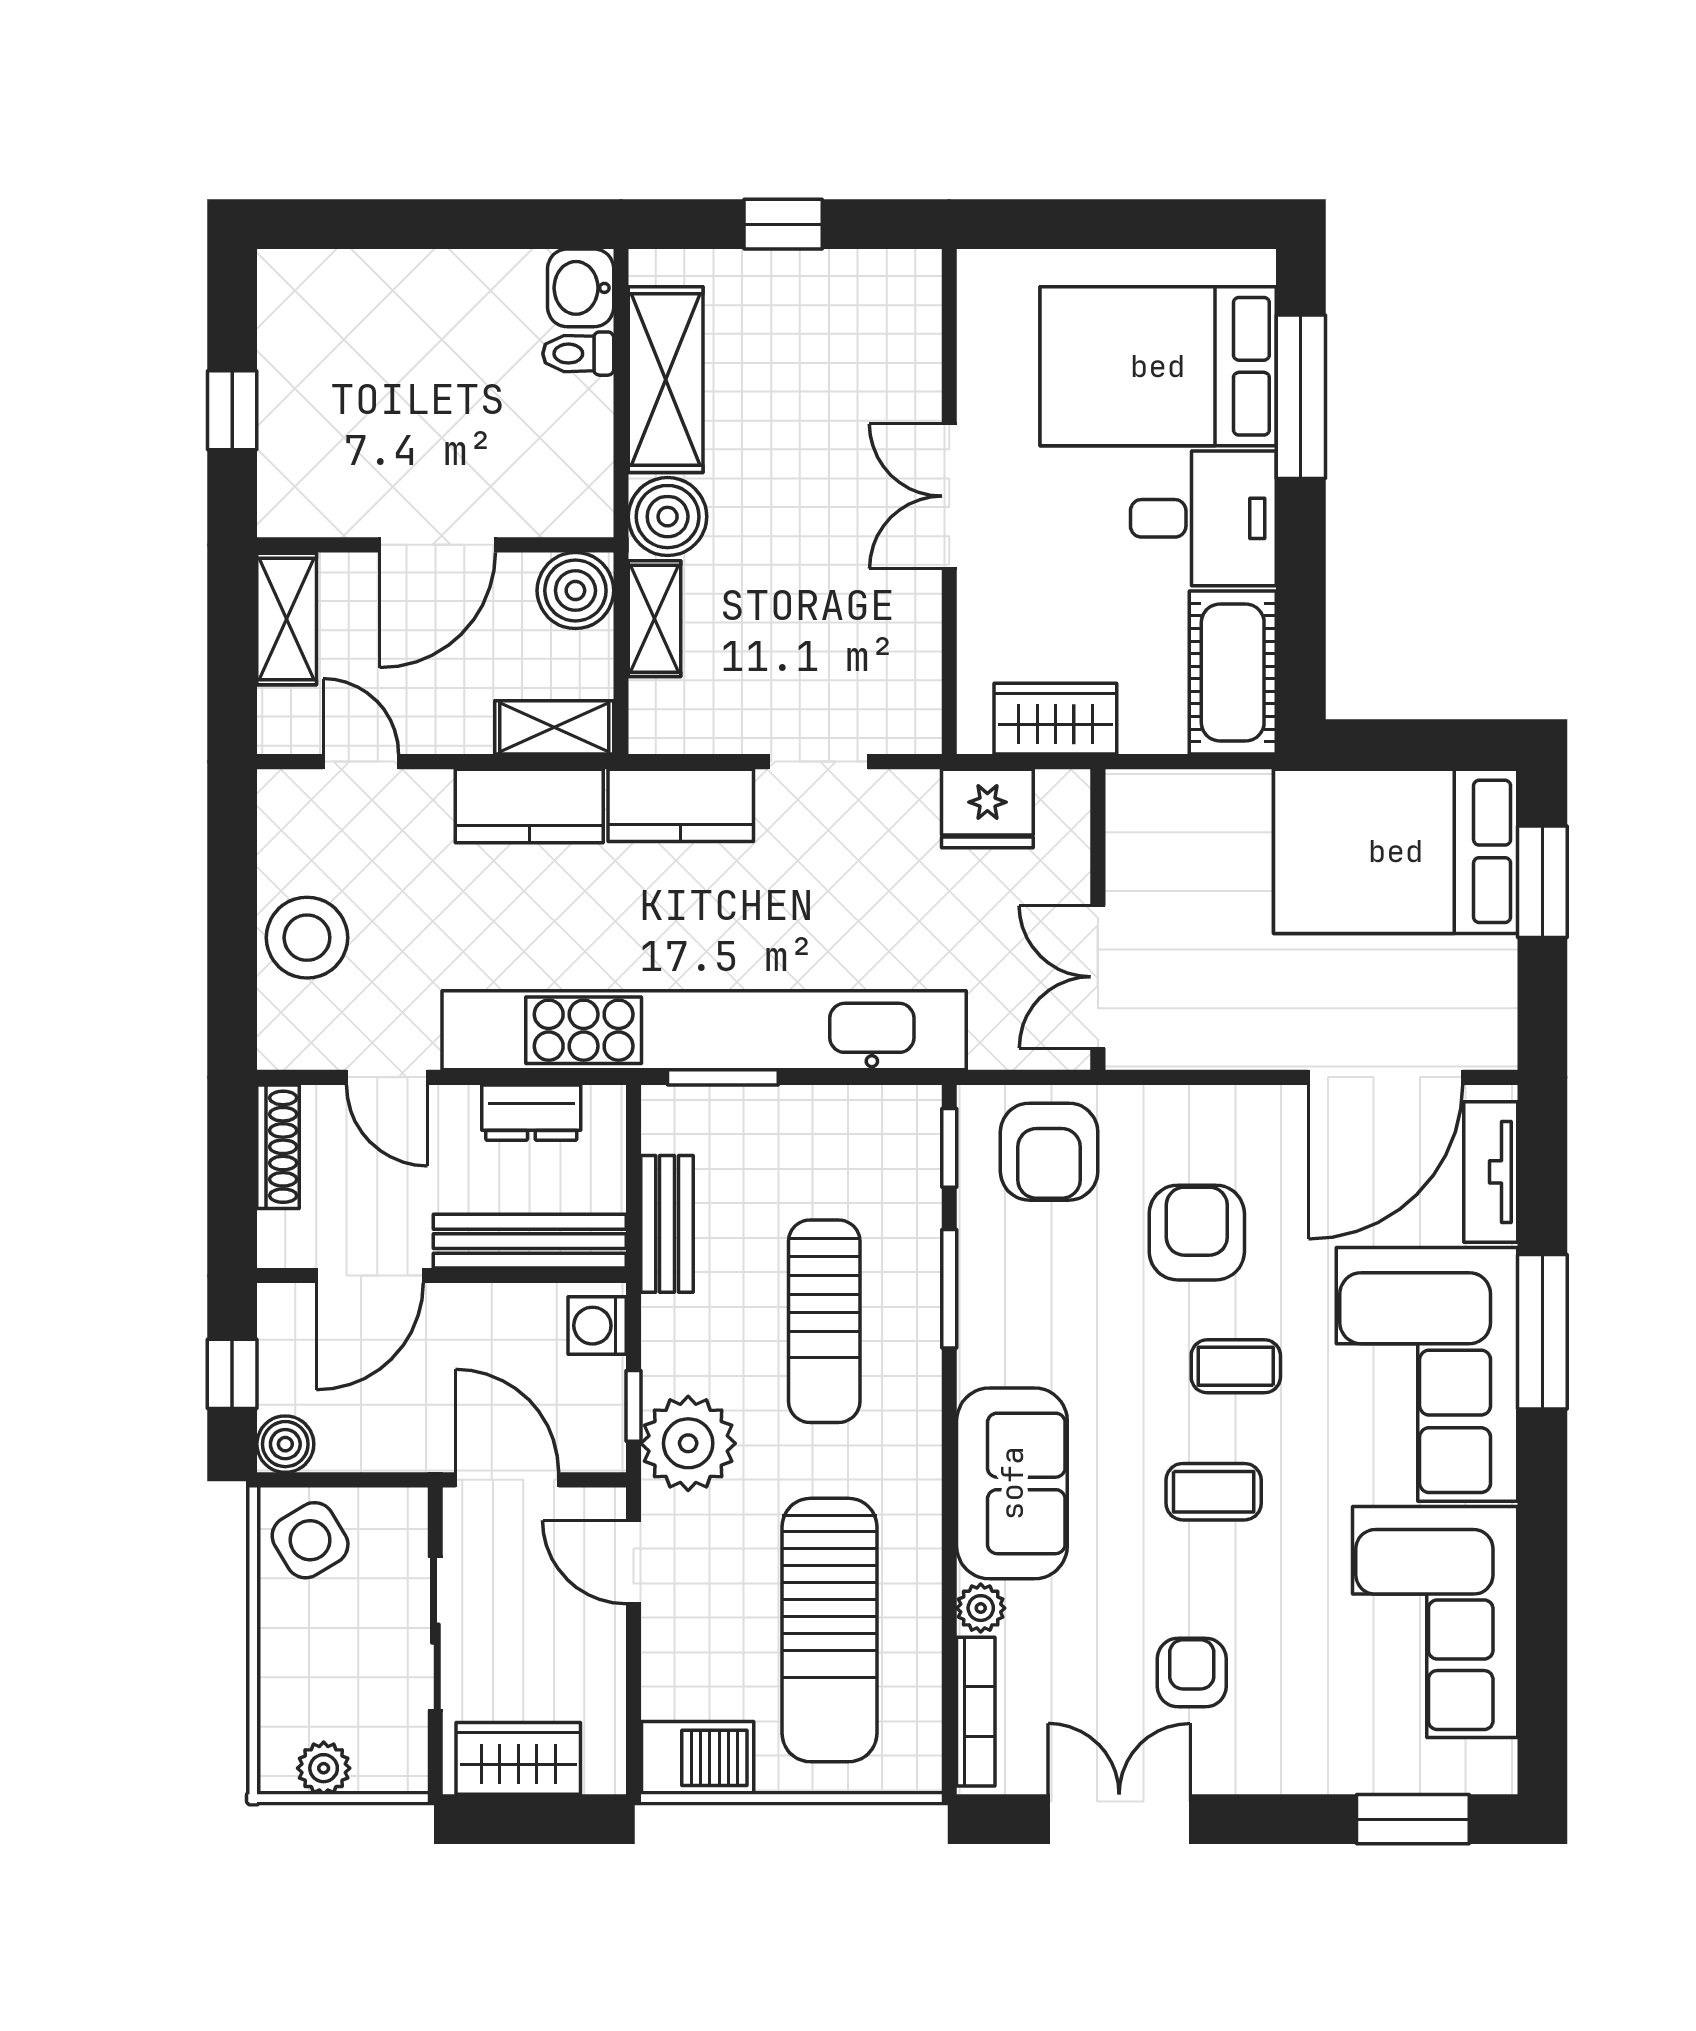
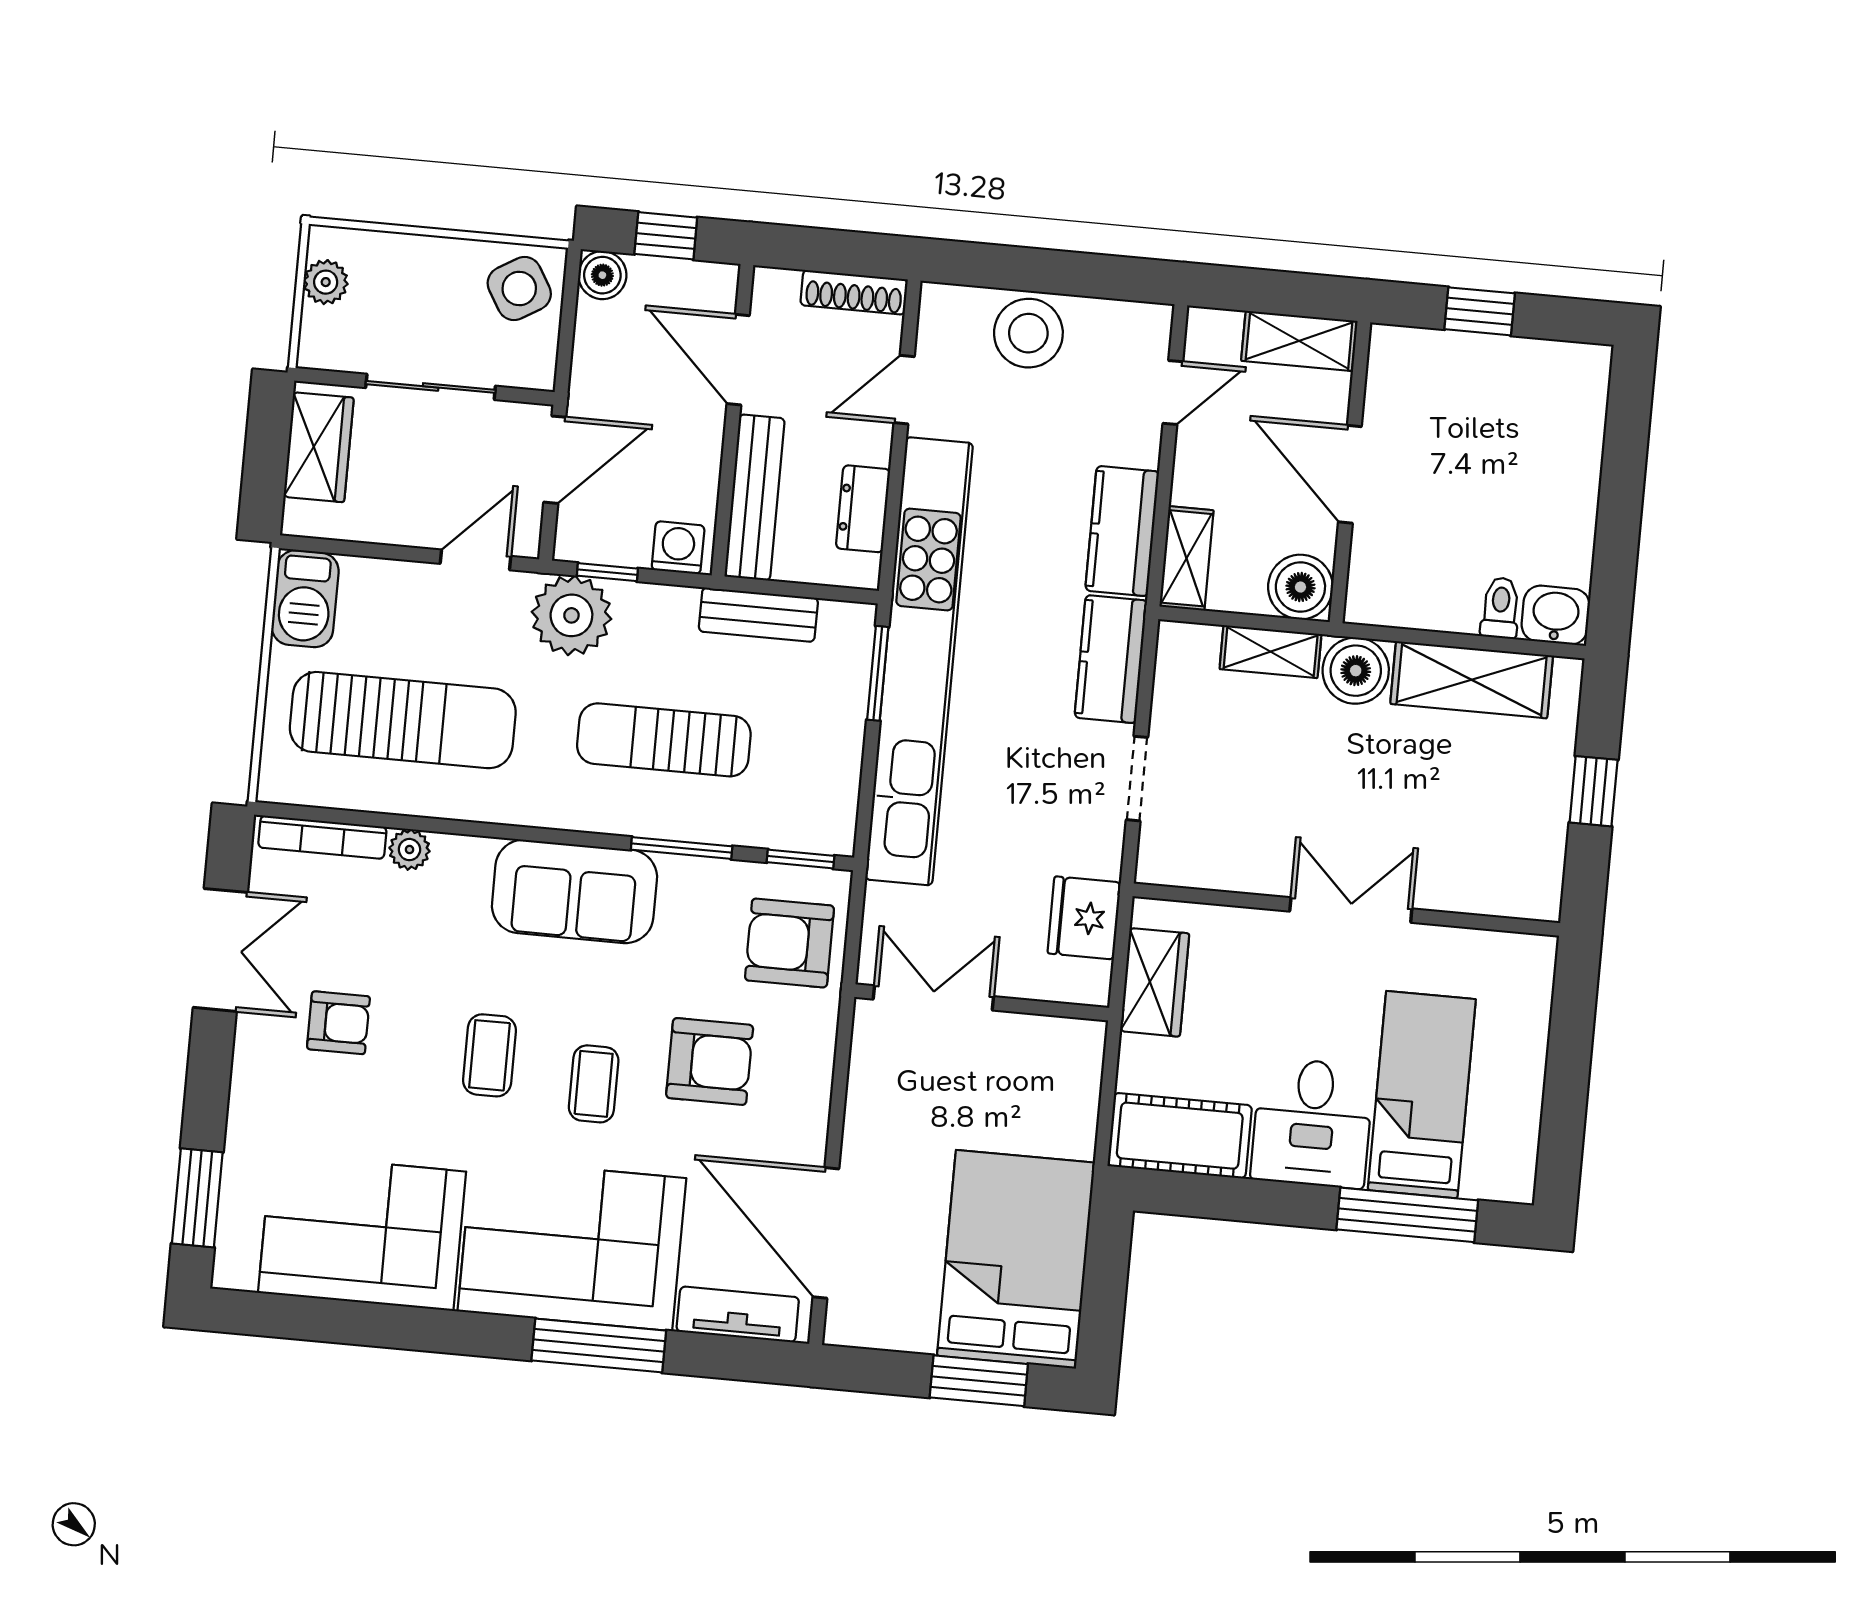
bed: (1158, 366) -> (1422, 1095), width x0.67
sofa: (1012, 1483) -> (574, 891), moved
sun lounger: (829, 1630) -> (403, 720), turned 180

